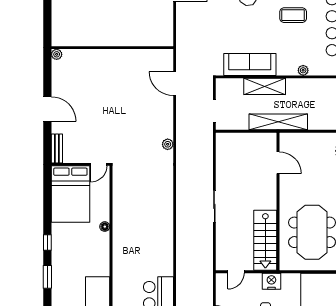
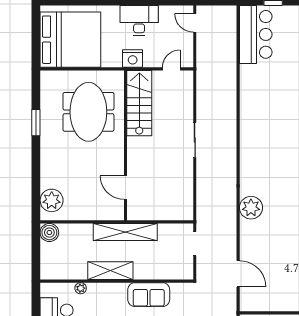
sofa: (250, 64) -> (149, 295), width x0.73
plant: (303, 70) -> (81, 288), moved
shelving: (265, 86) -> (110, 271), moved
plant: (168, 144) -> (251, 208), width x1.88, depth x1.88

